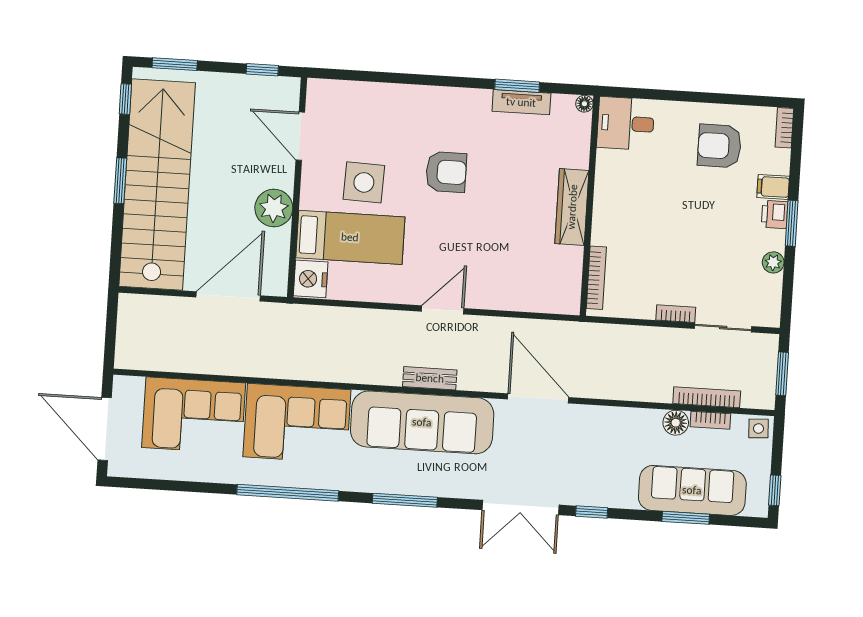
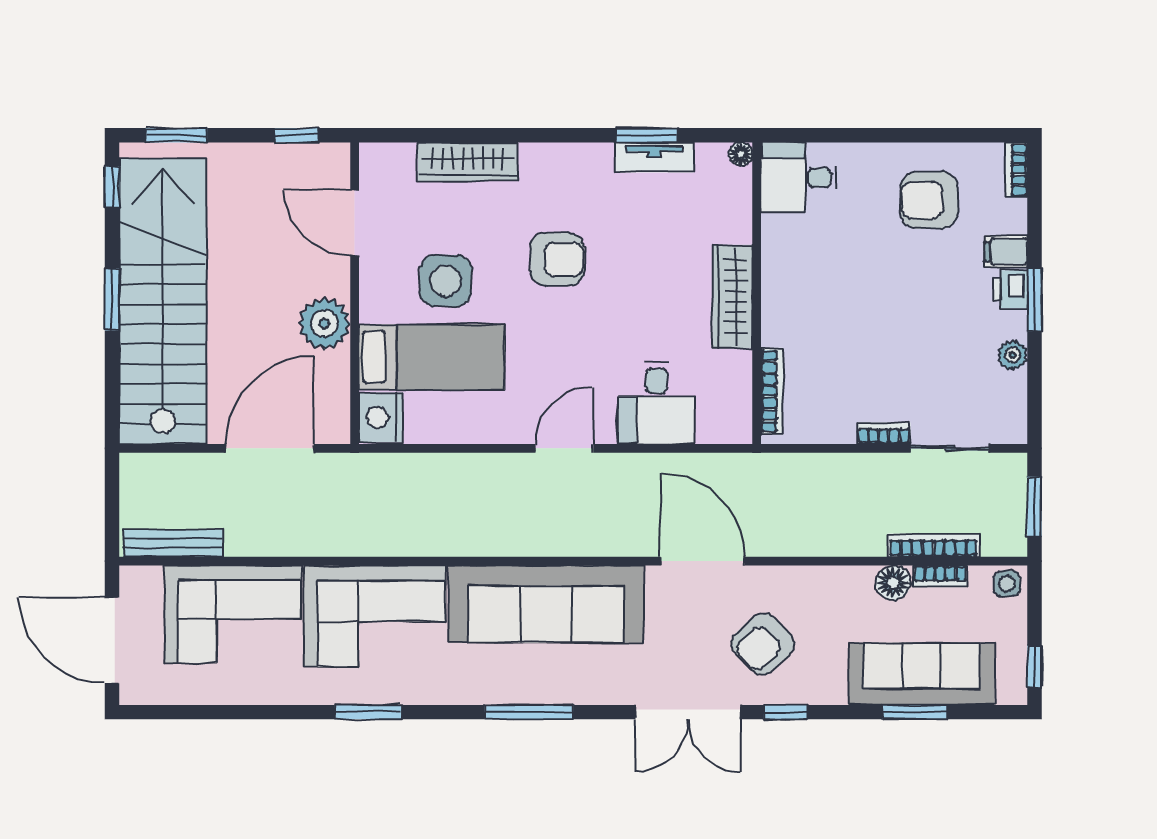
wardrobe: (385, 97) -> (468, 162), added
desk: (512, 281) -> (657, 403), added
bench: (430, 378) -> (173, 543), moved, width x1.36
armchair: (578, 461) -> (763, 644), added
window: (288, 493) -> (368, 712), width x0.47

